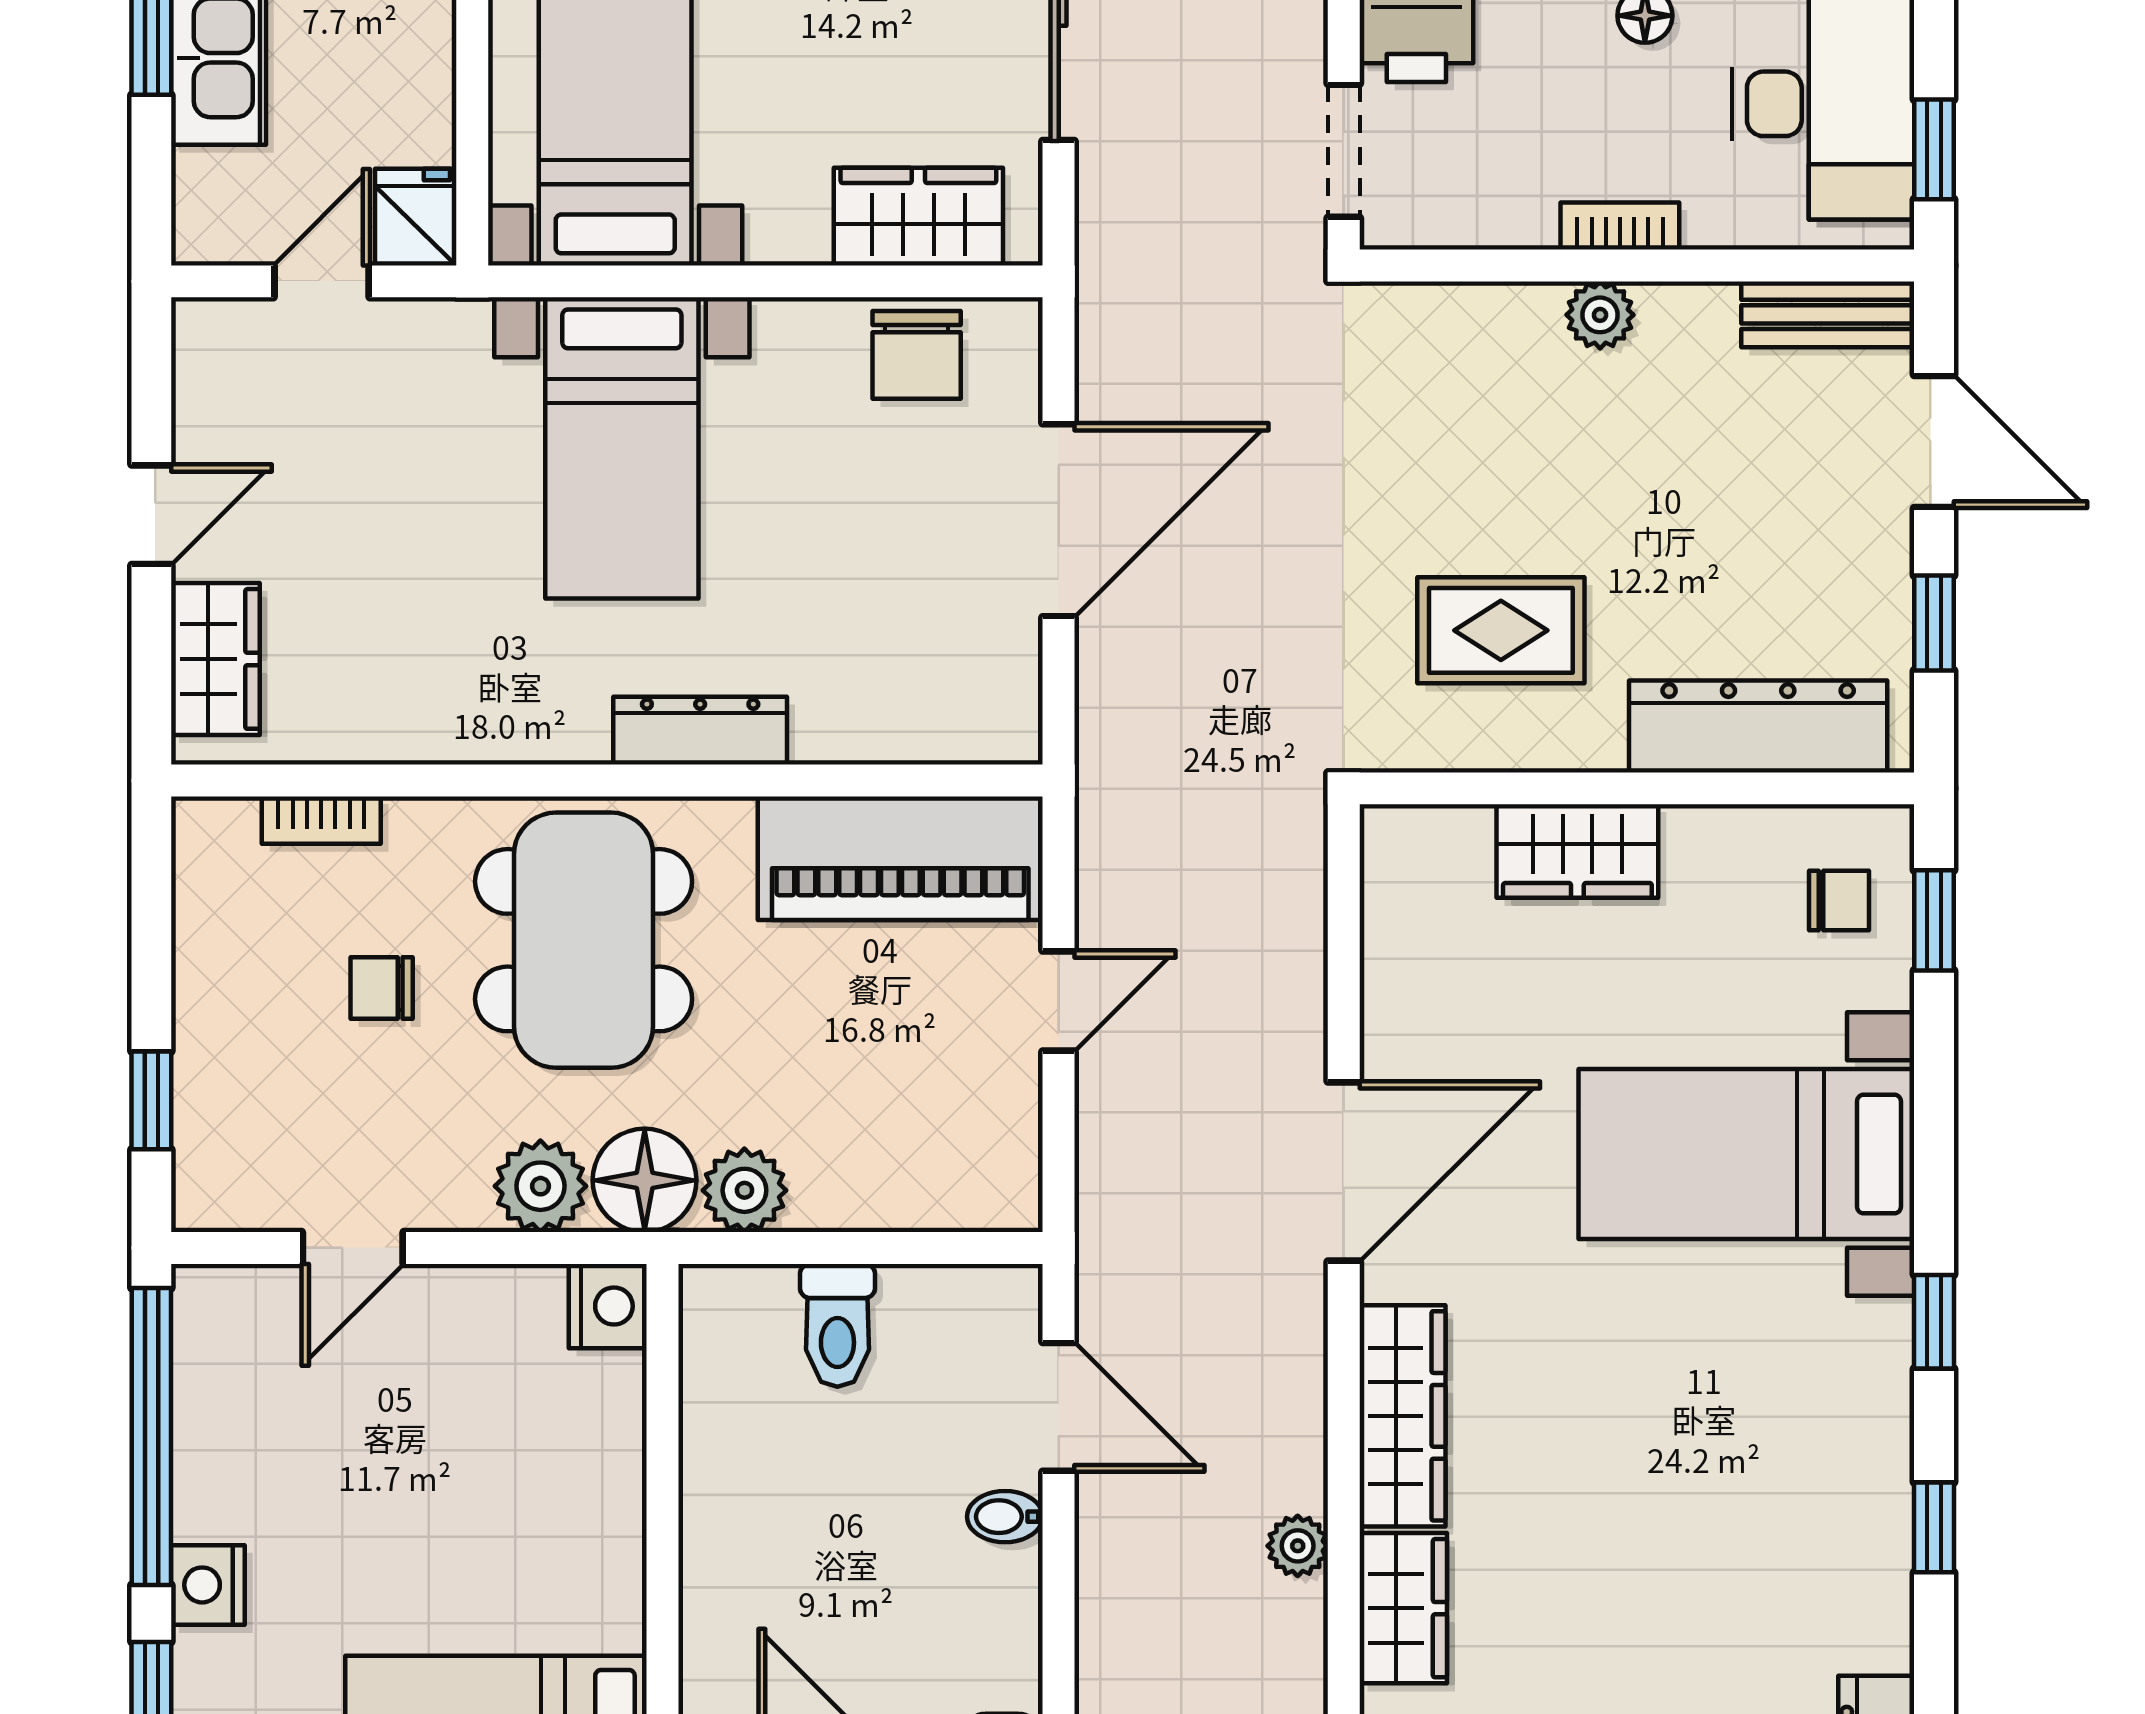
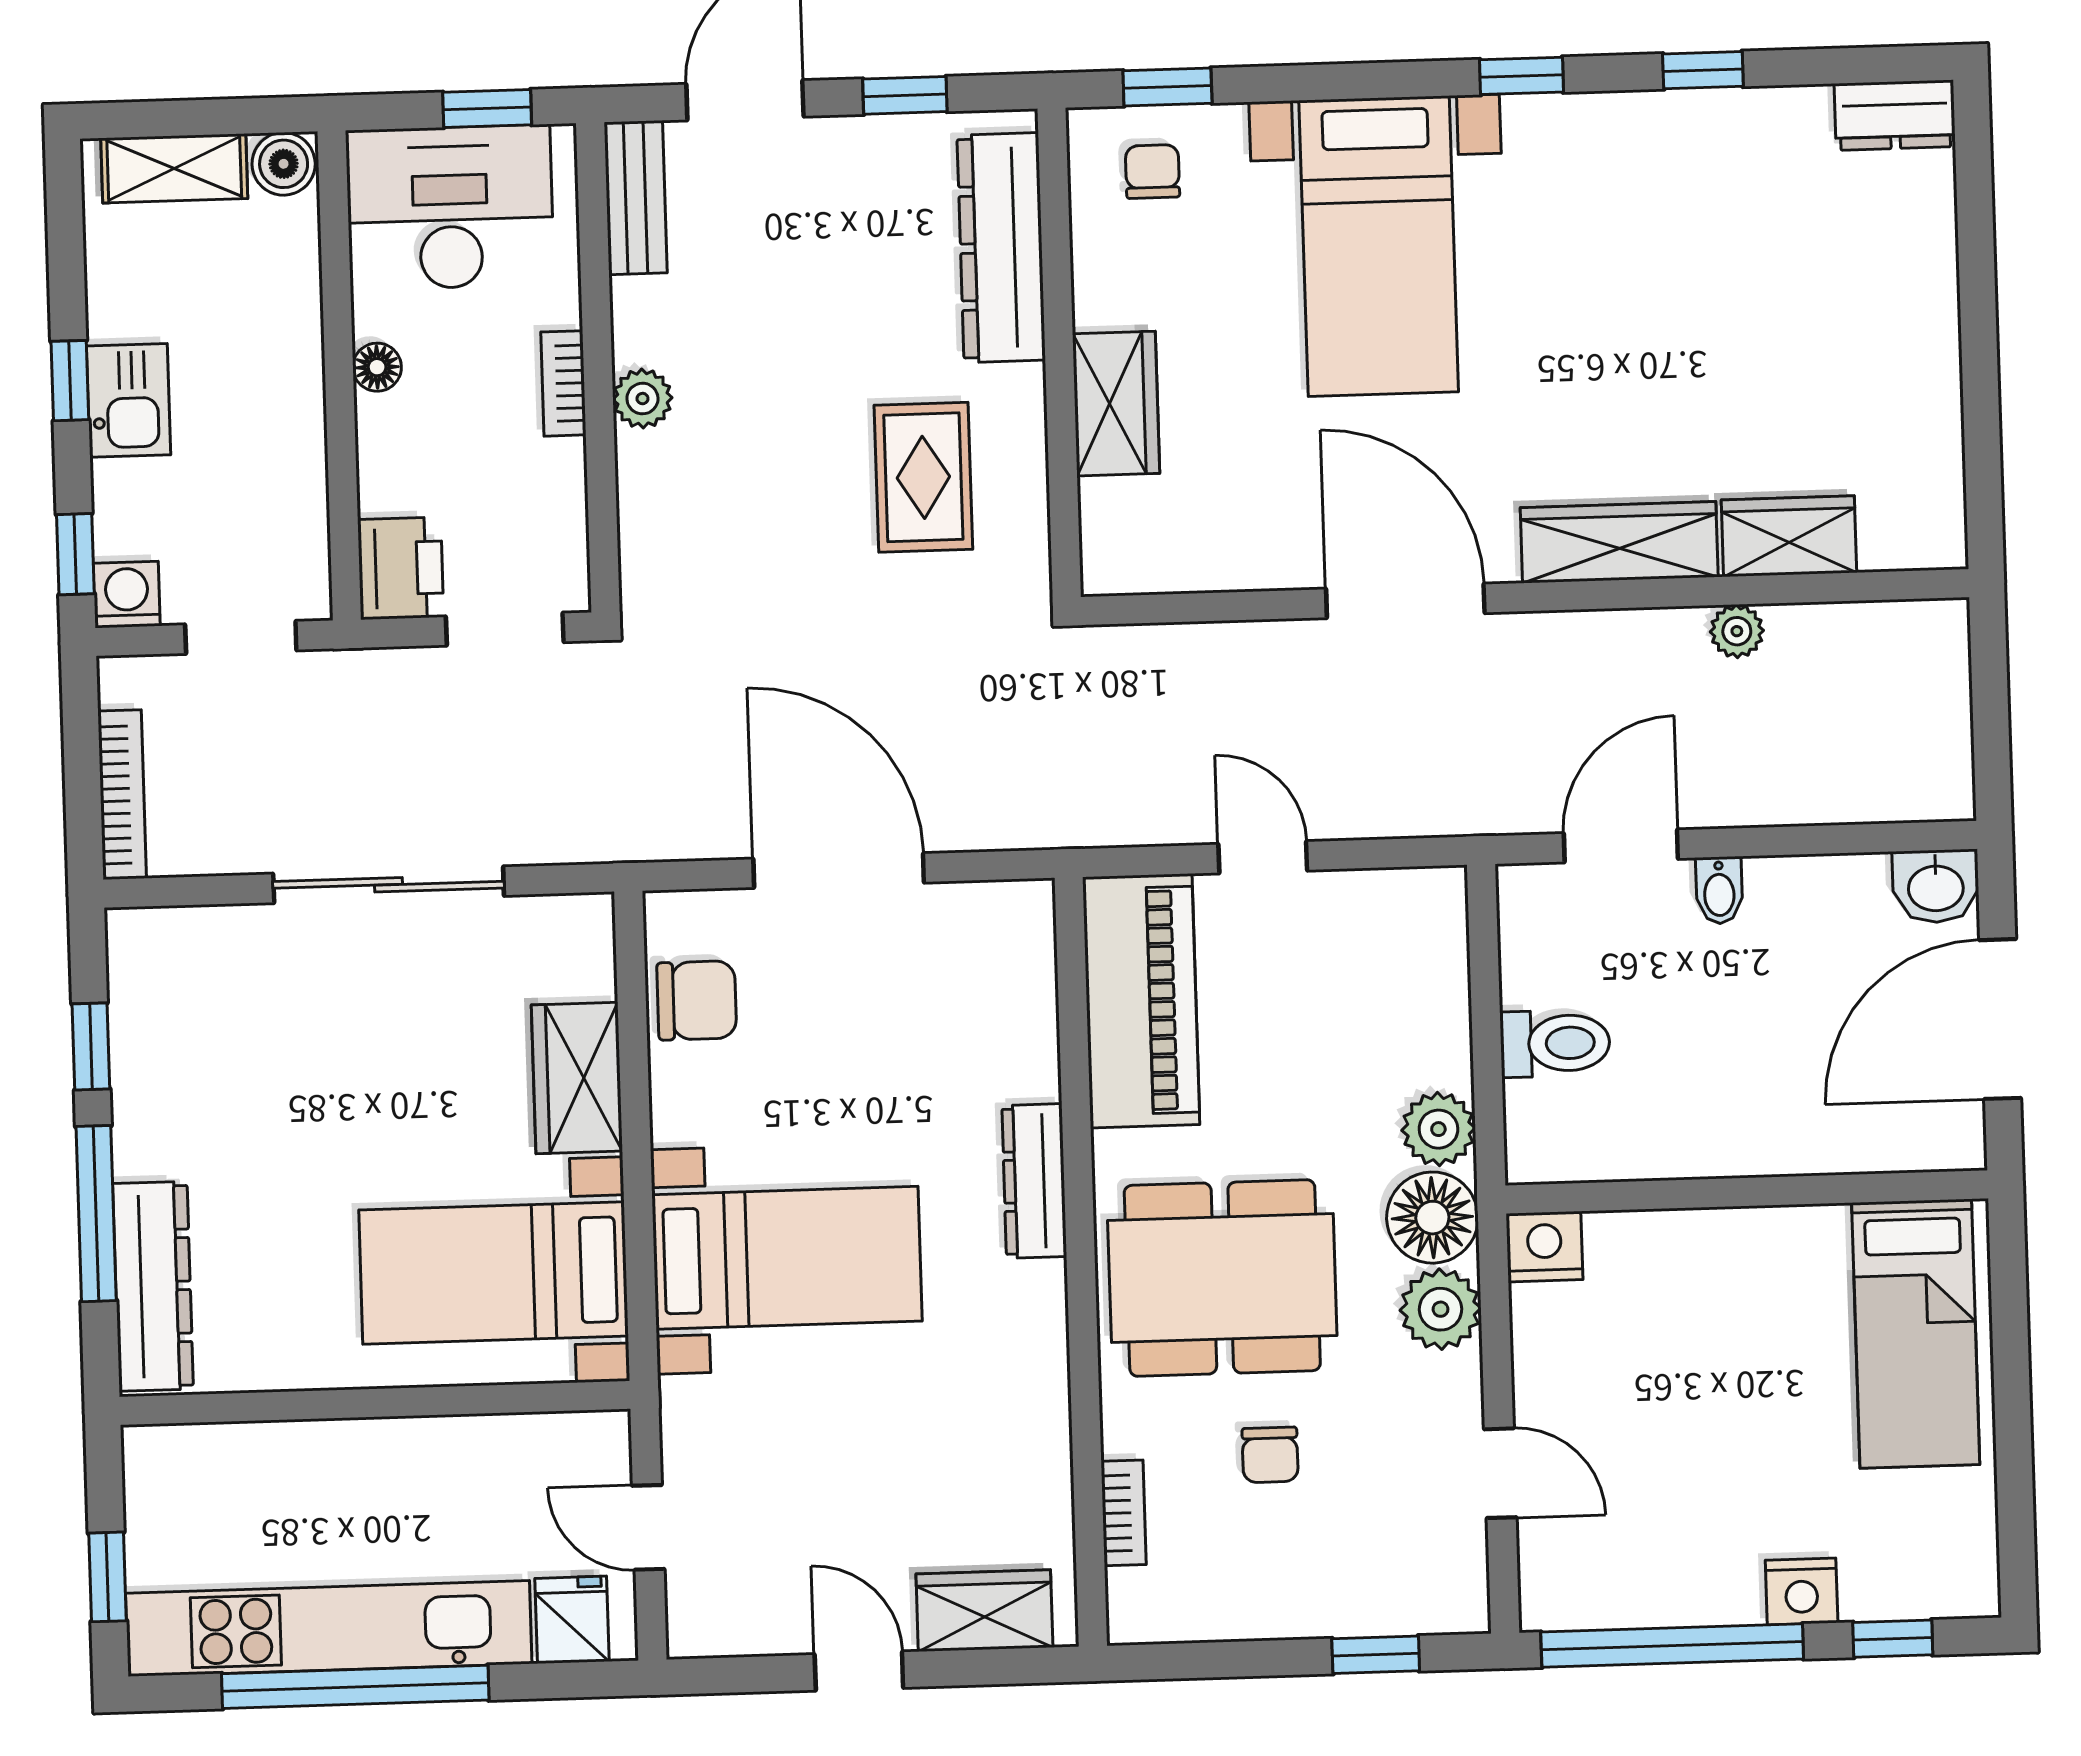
fridge: (416, 217) -> (572, 1620), moved, turned 90
wardrobe: (918, 217) -> (577, 1078), moved

